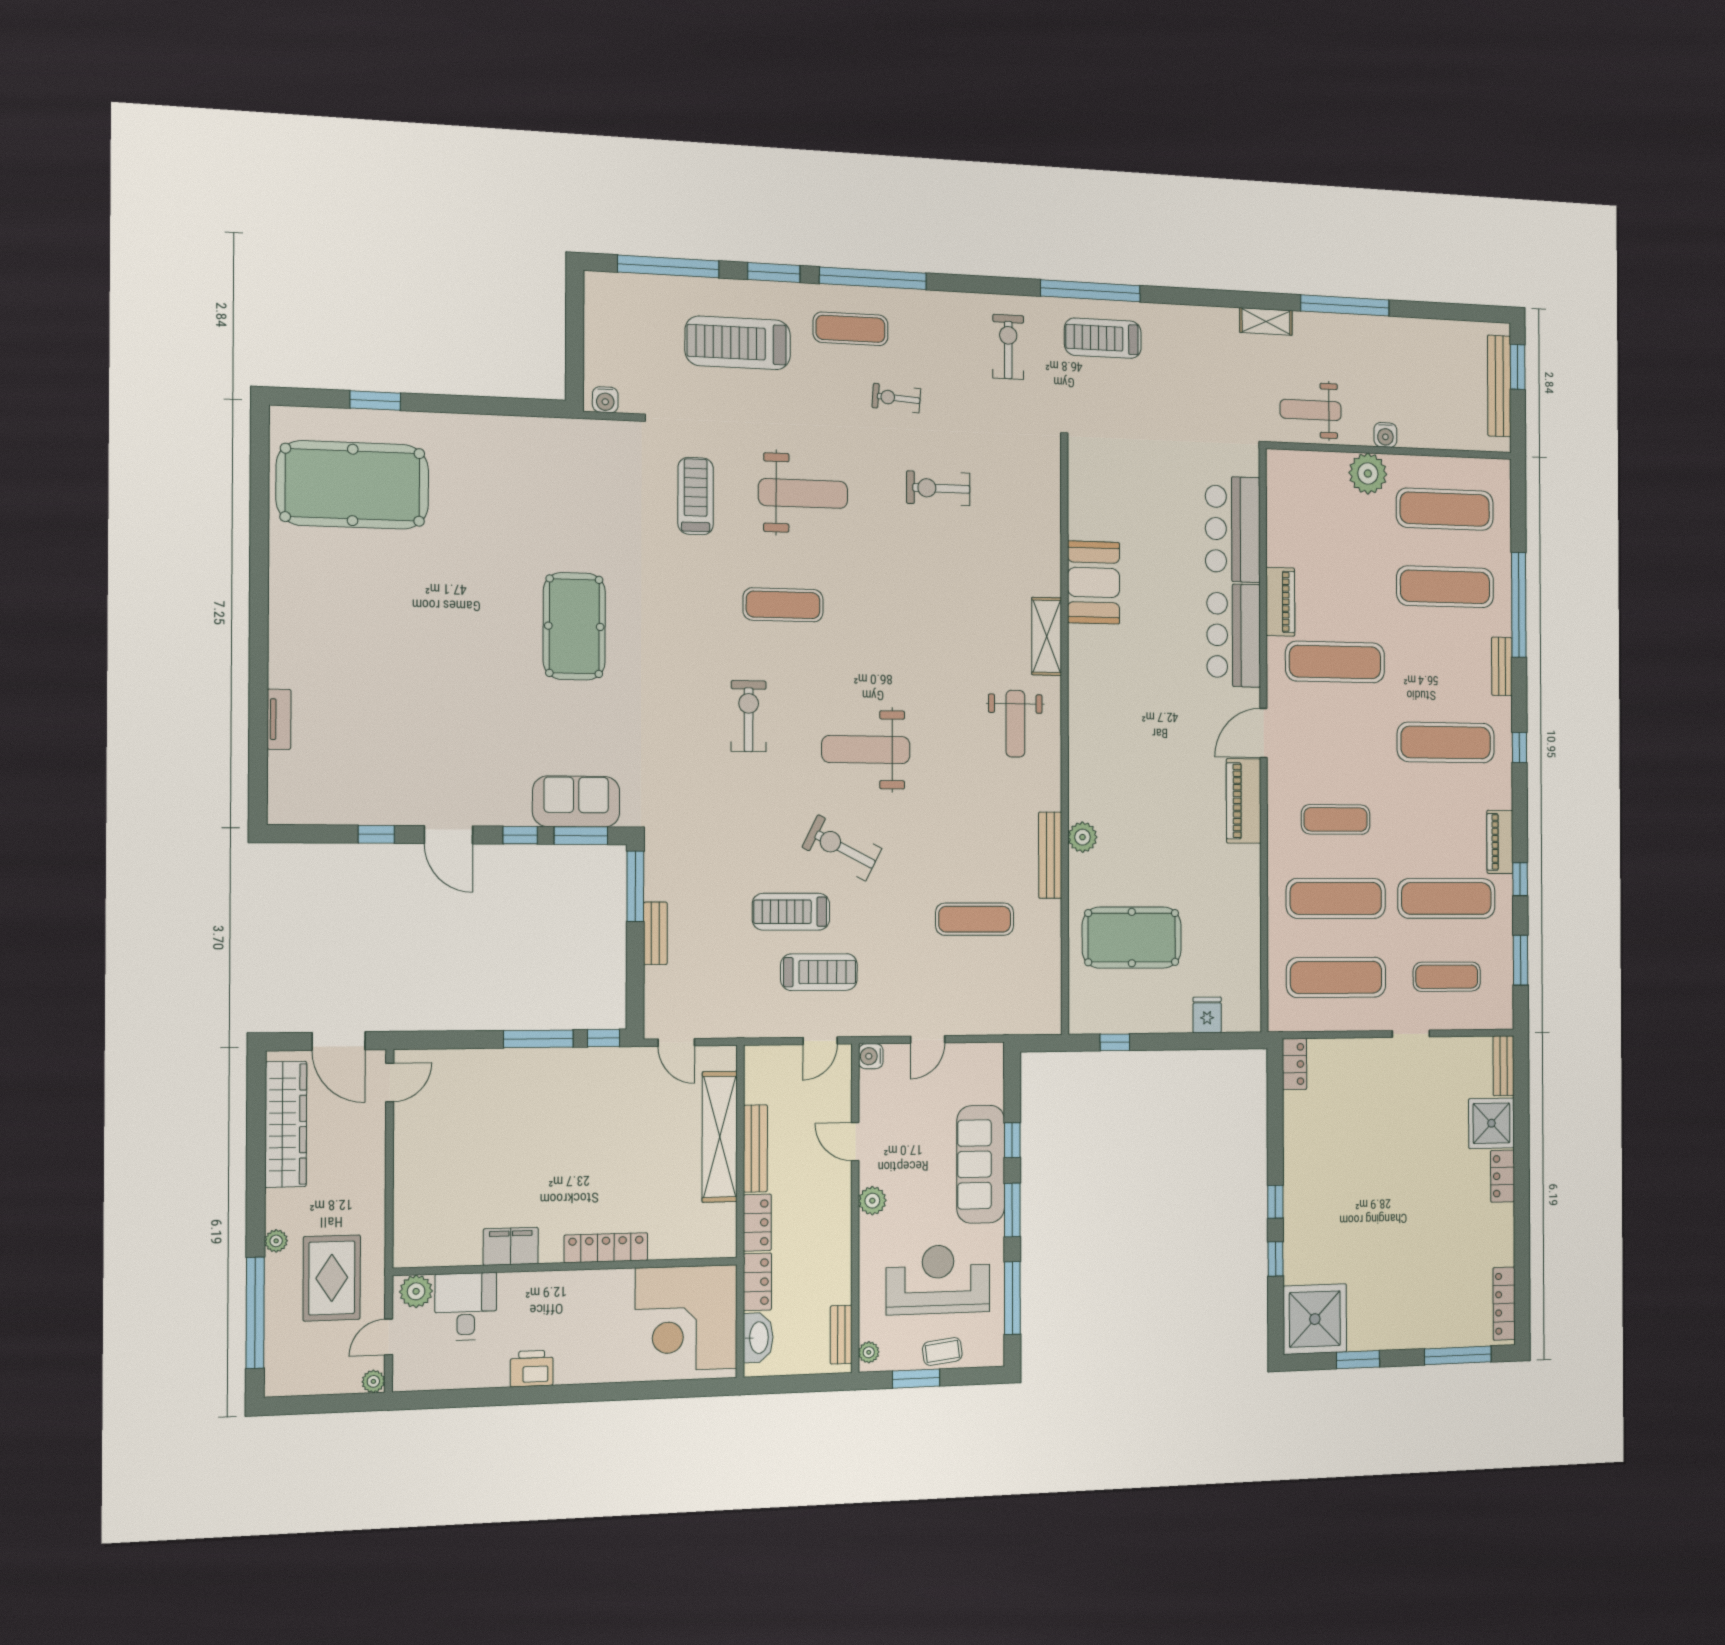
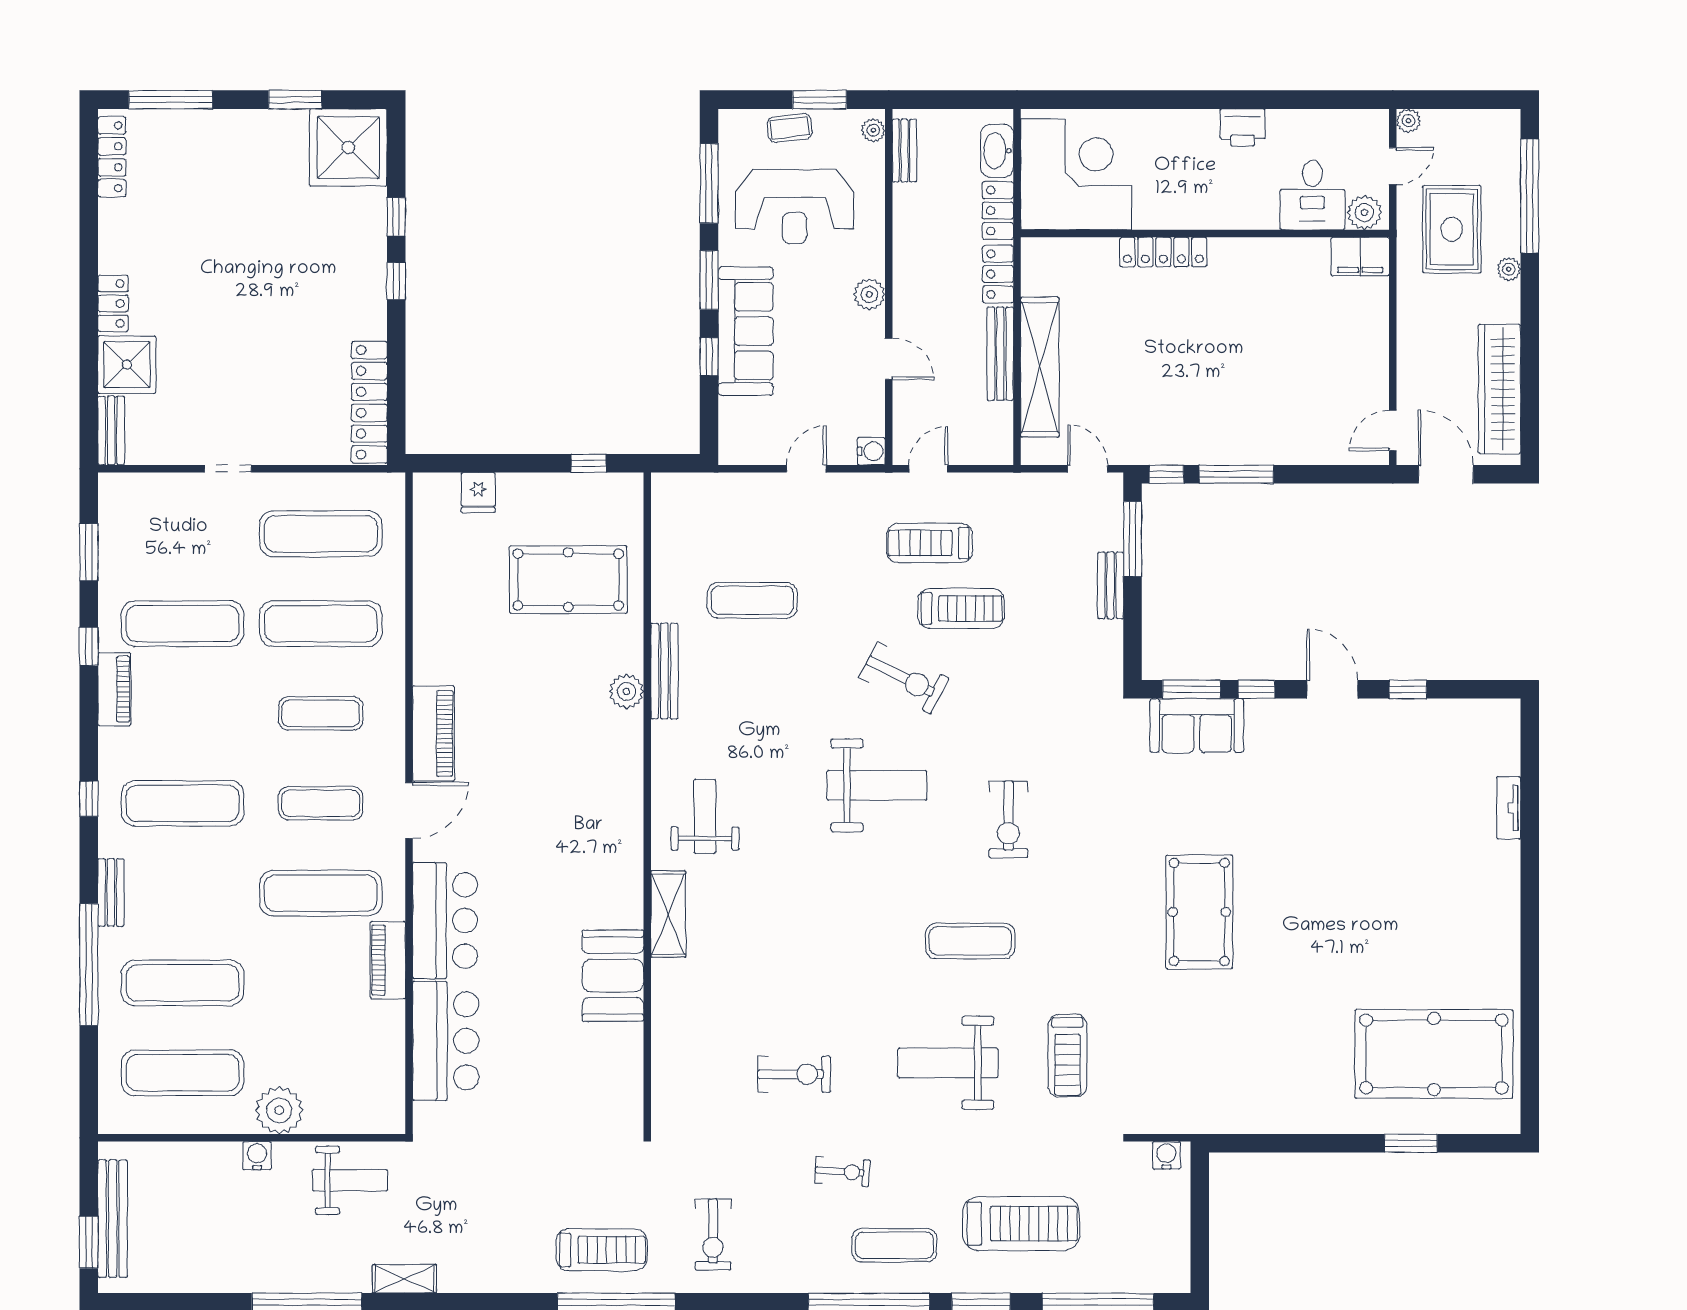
window: (635, 886) -> (1133, 539), moved
exercise mat: (1447, 977) -> (321, 803), moved
locker: (1294, 1064) -> (369, 402), width x2.16, depth x1.21
filing cabinet: (511, 1246) -> (1360, 256), moved

